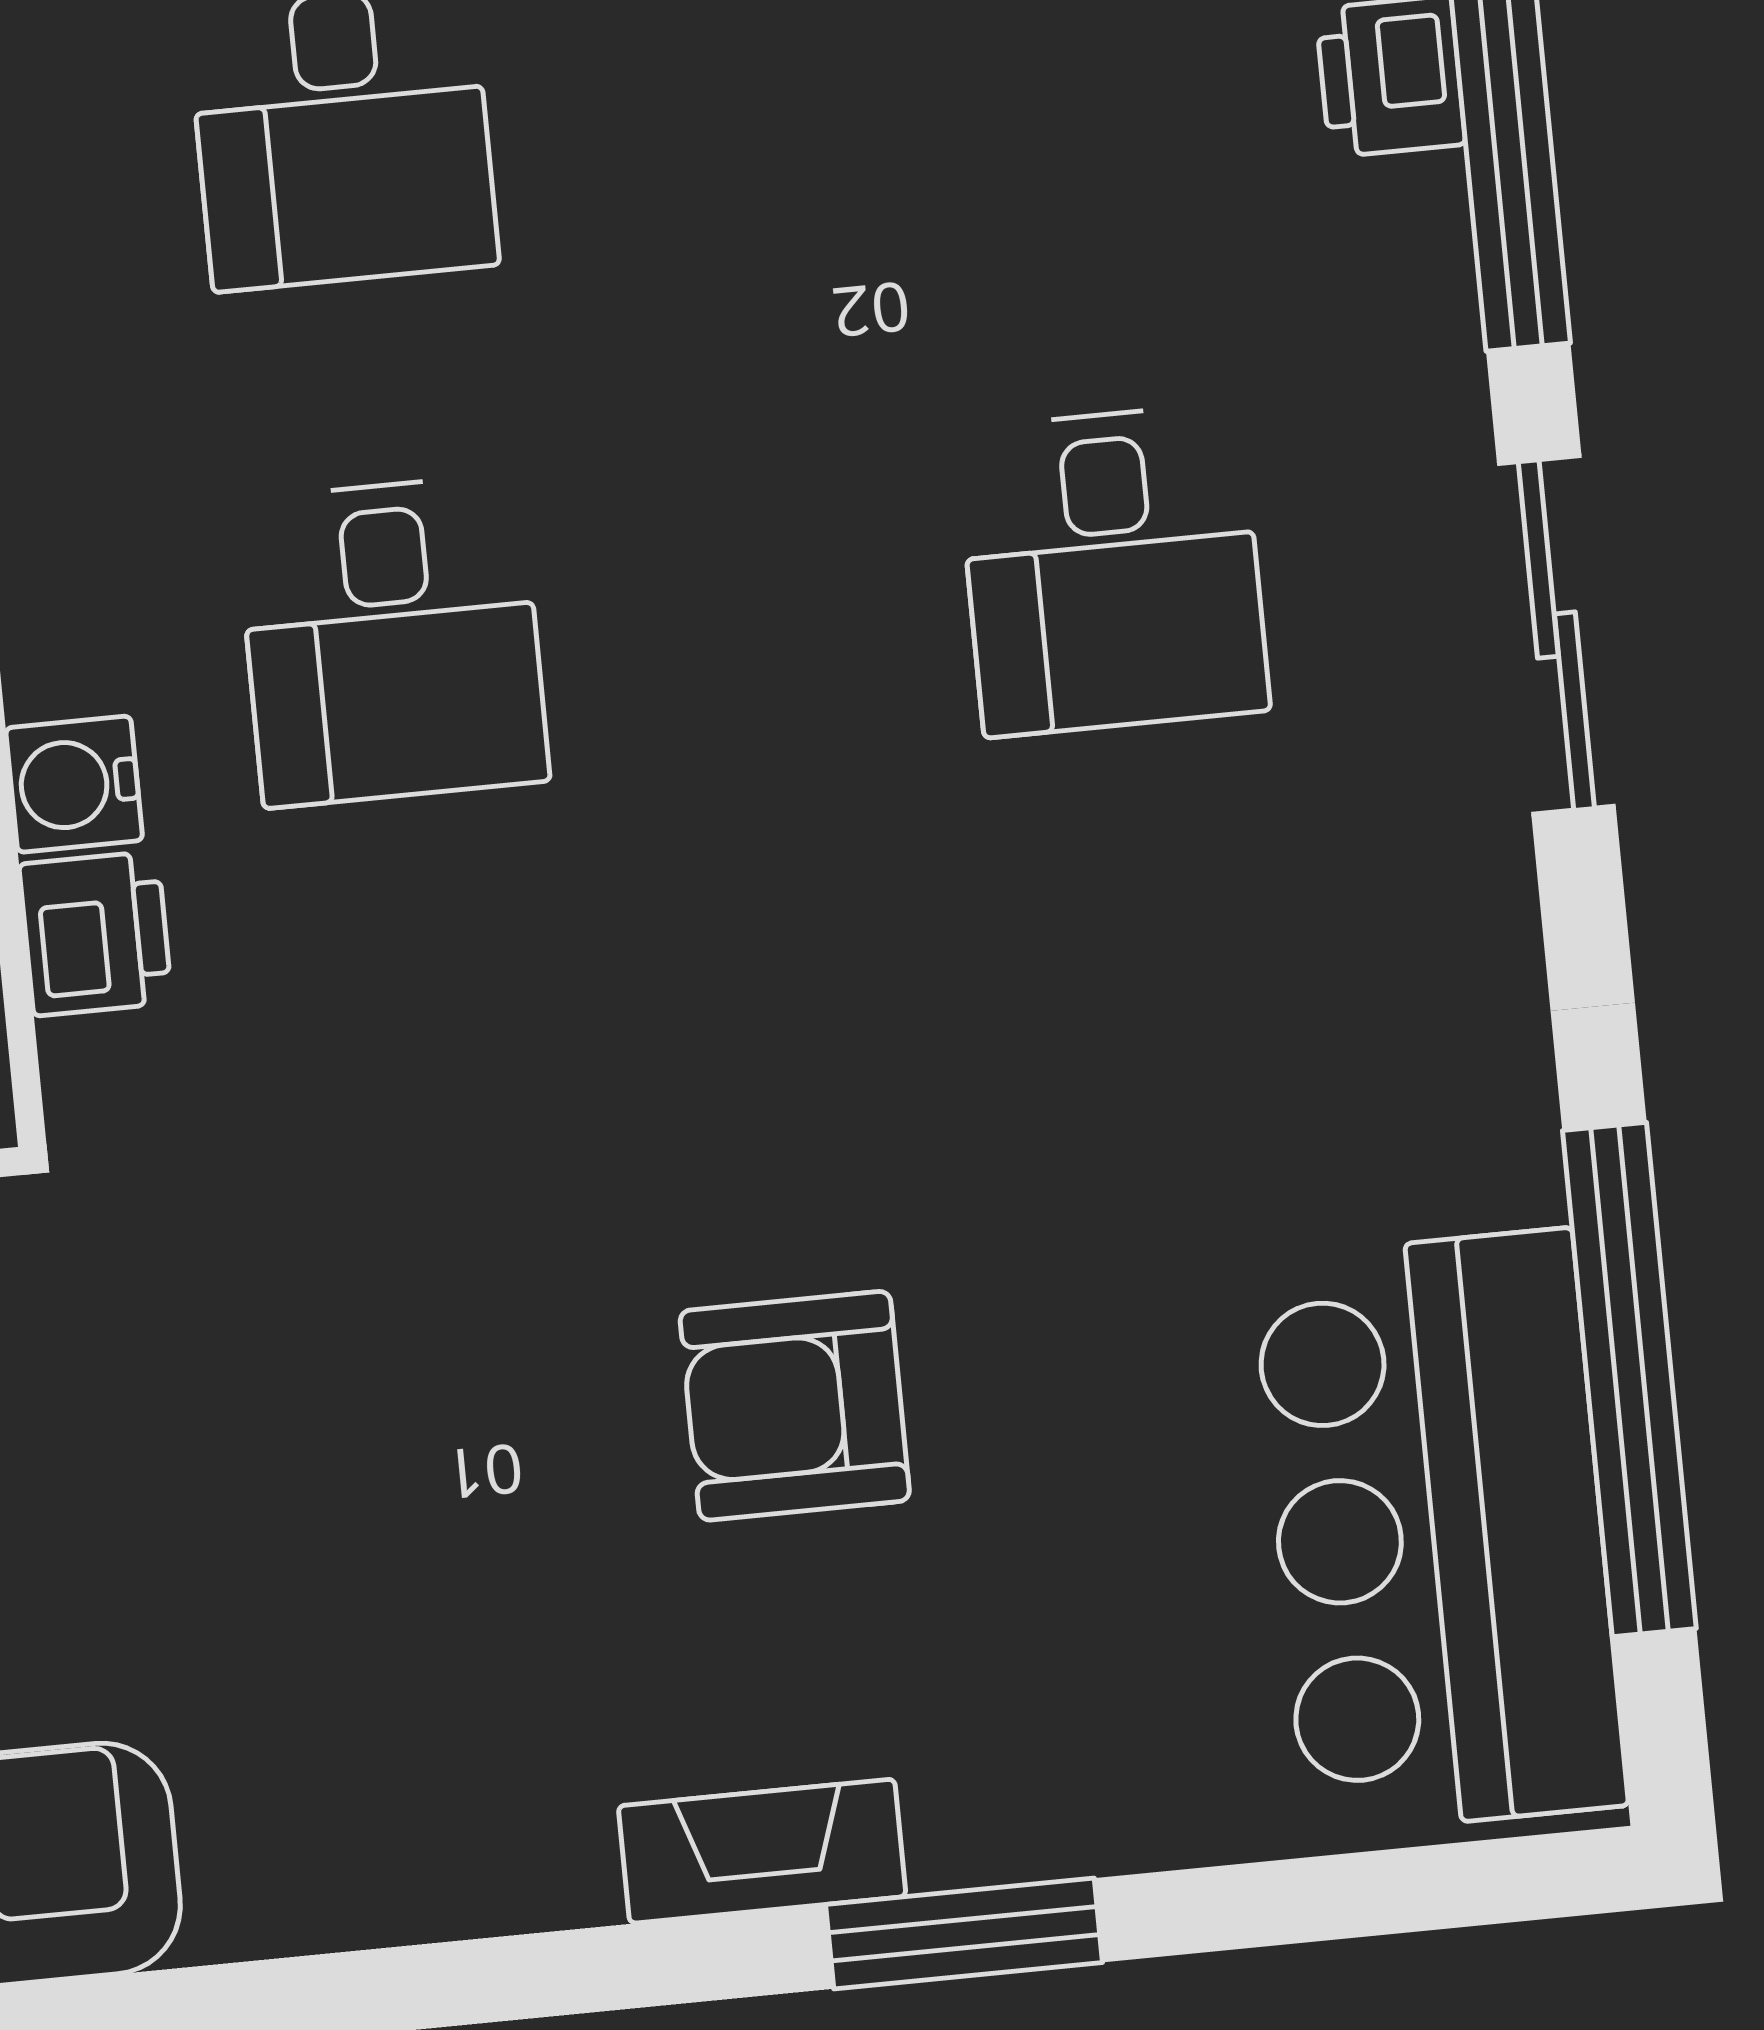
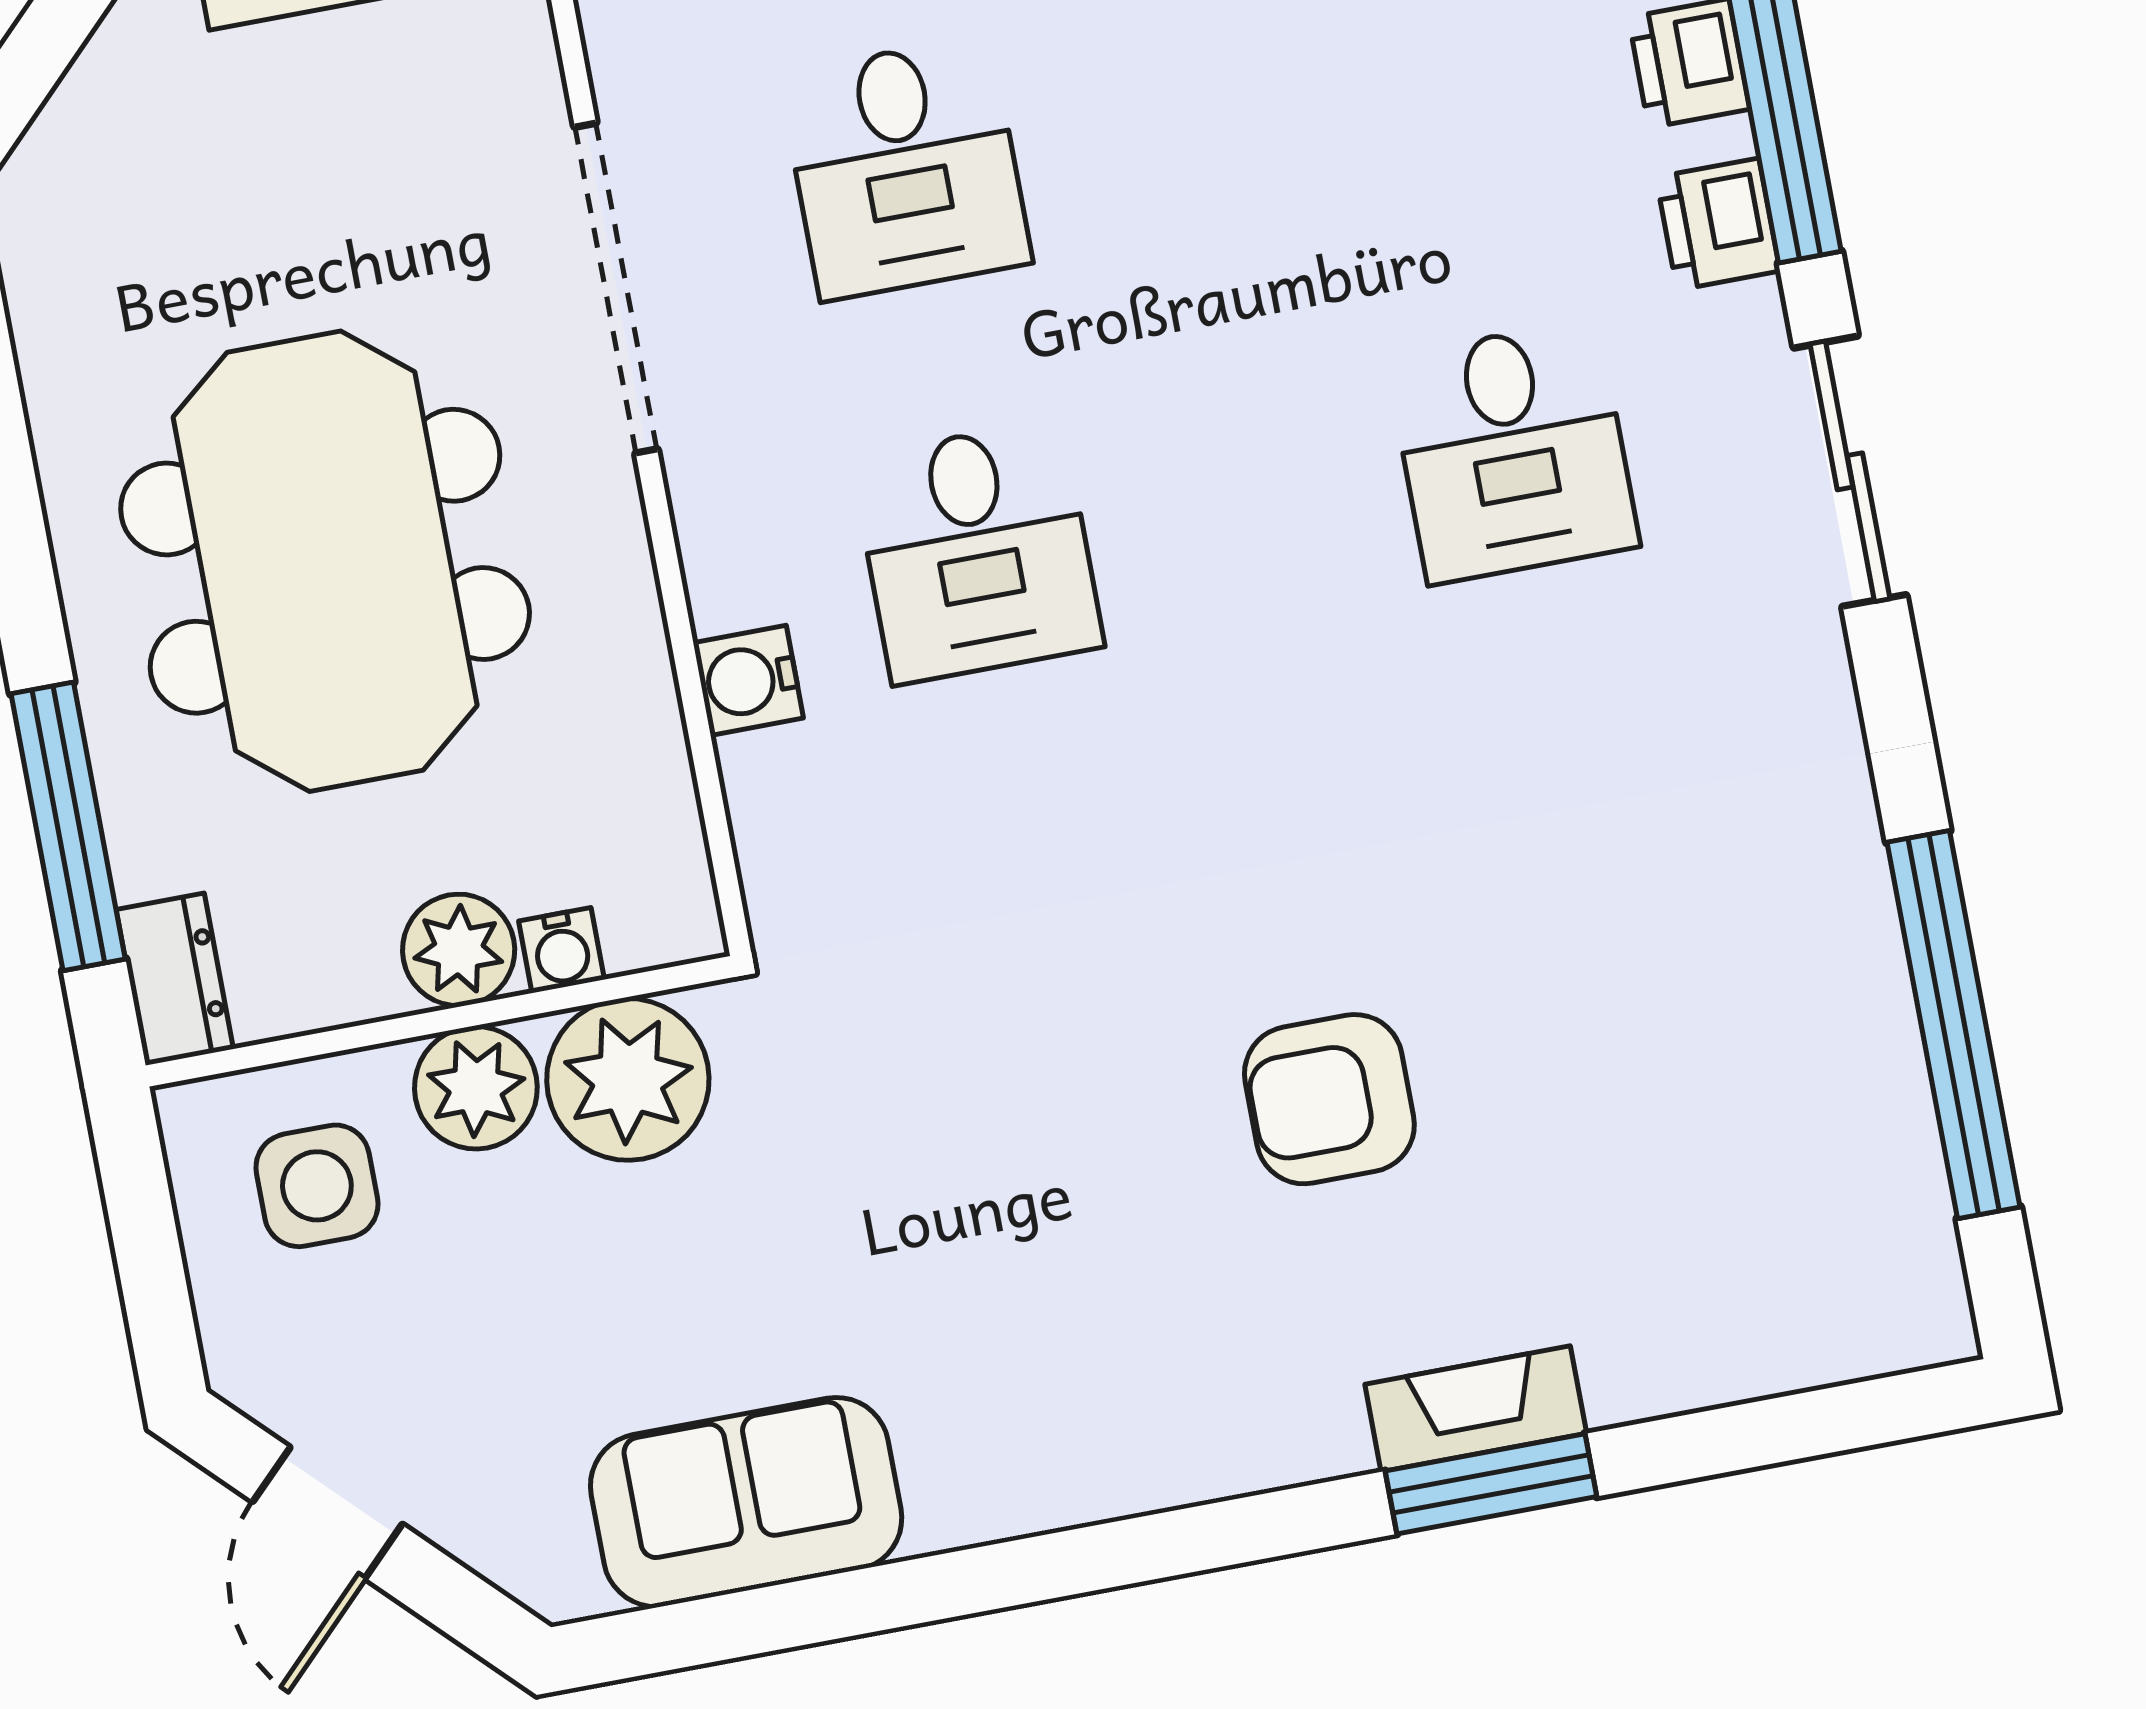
printer: (96, 933) -> (1718, 224), moved, turned 180
bar counter: (1440, 1532) -> (1821, 1152), removed
fireplace: (762, 1851) -> (1476, 1409), moved

